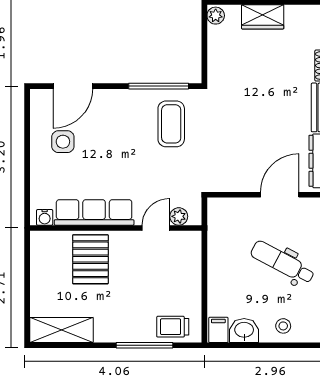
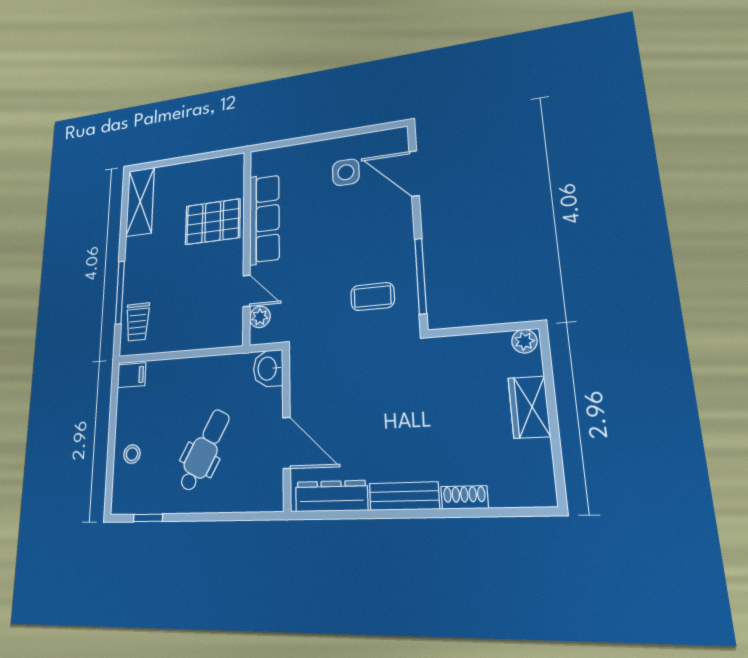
coffee table: (171, 124) -> (373, 297), width x0.73, depth x0.77
water cooler: (45, 217) -> (259, 166), removed
trolley: (173, 327) -> (138, 322), turned 180
washbasin: (244, 331) -> (268, 368), moved, turned 180

